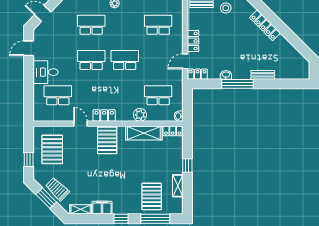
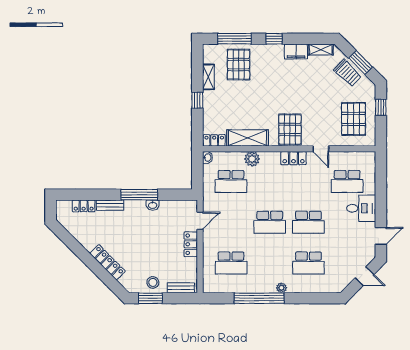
locker: (198, 74) -> (84, 206), moved

